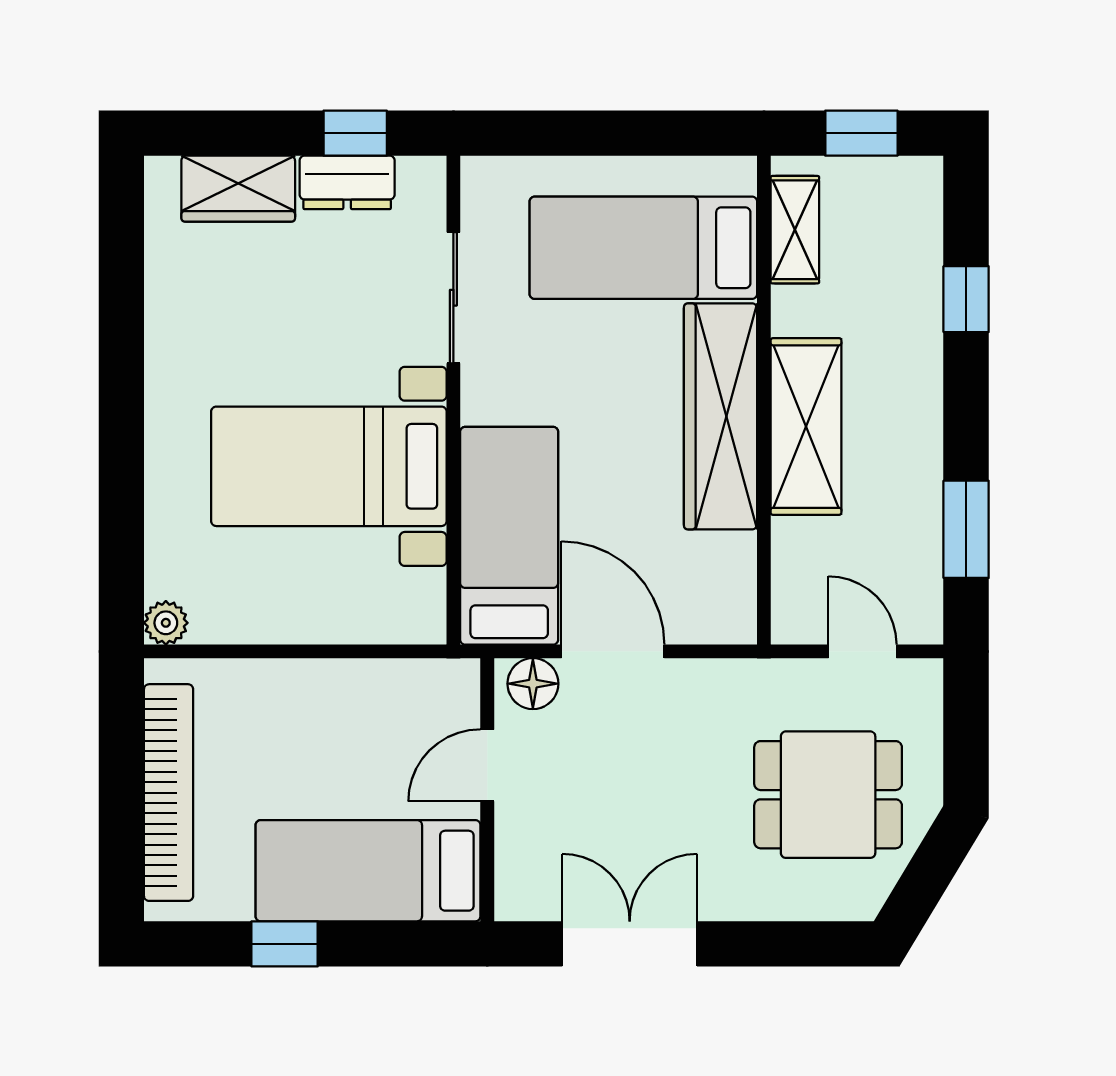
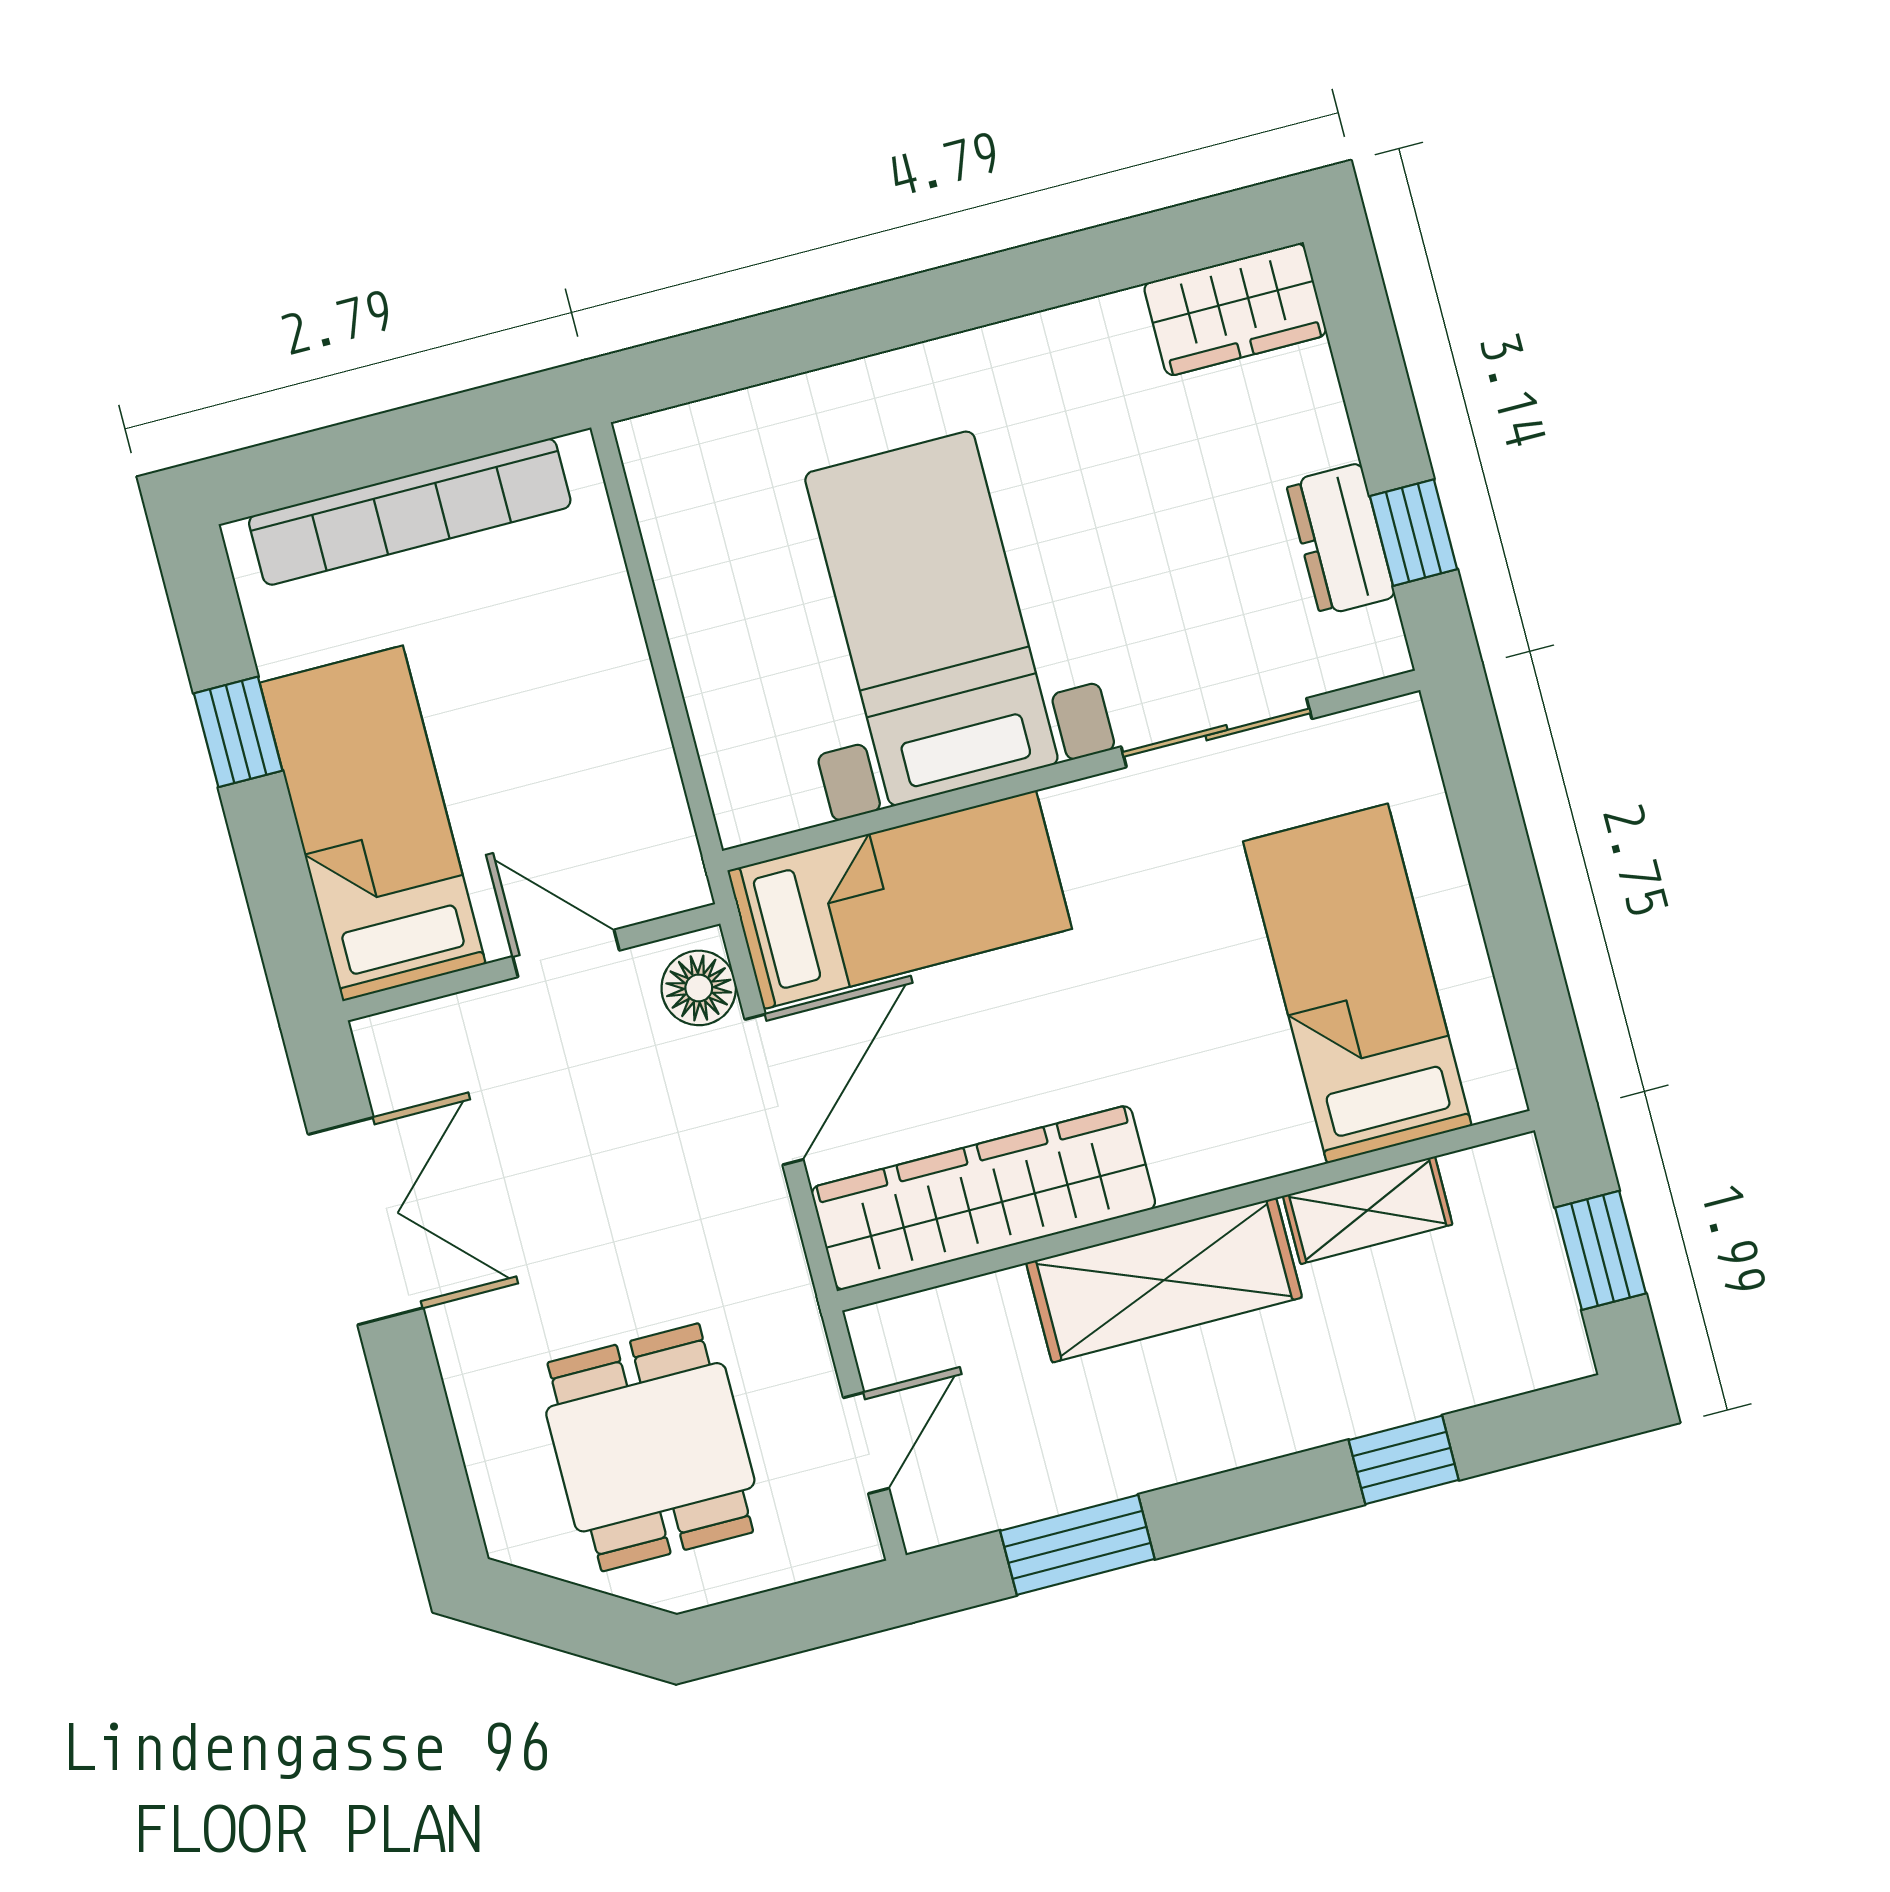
wardrobe: (238, 189) -> (1235, 309), moved, turned -90
shelving: (795, 230) -> (1368, 1210), moved
wardrobe: (721, 416) -> (983, 1198), moved
plant: (166, 623) -> (649, 445), removed

